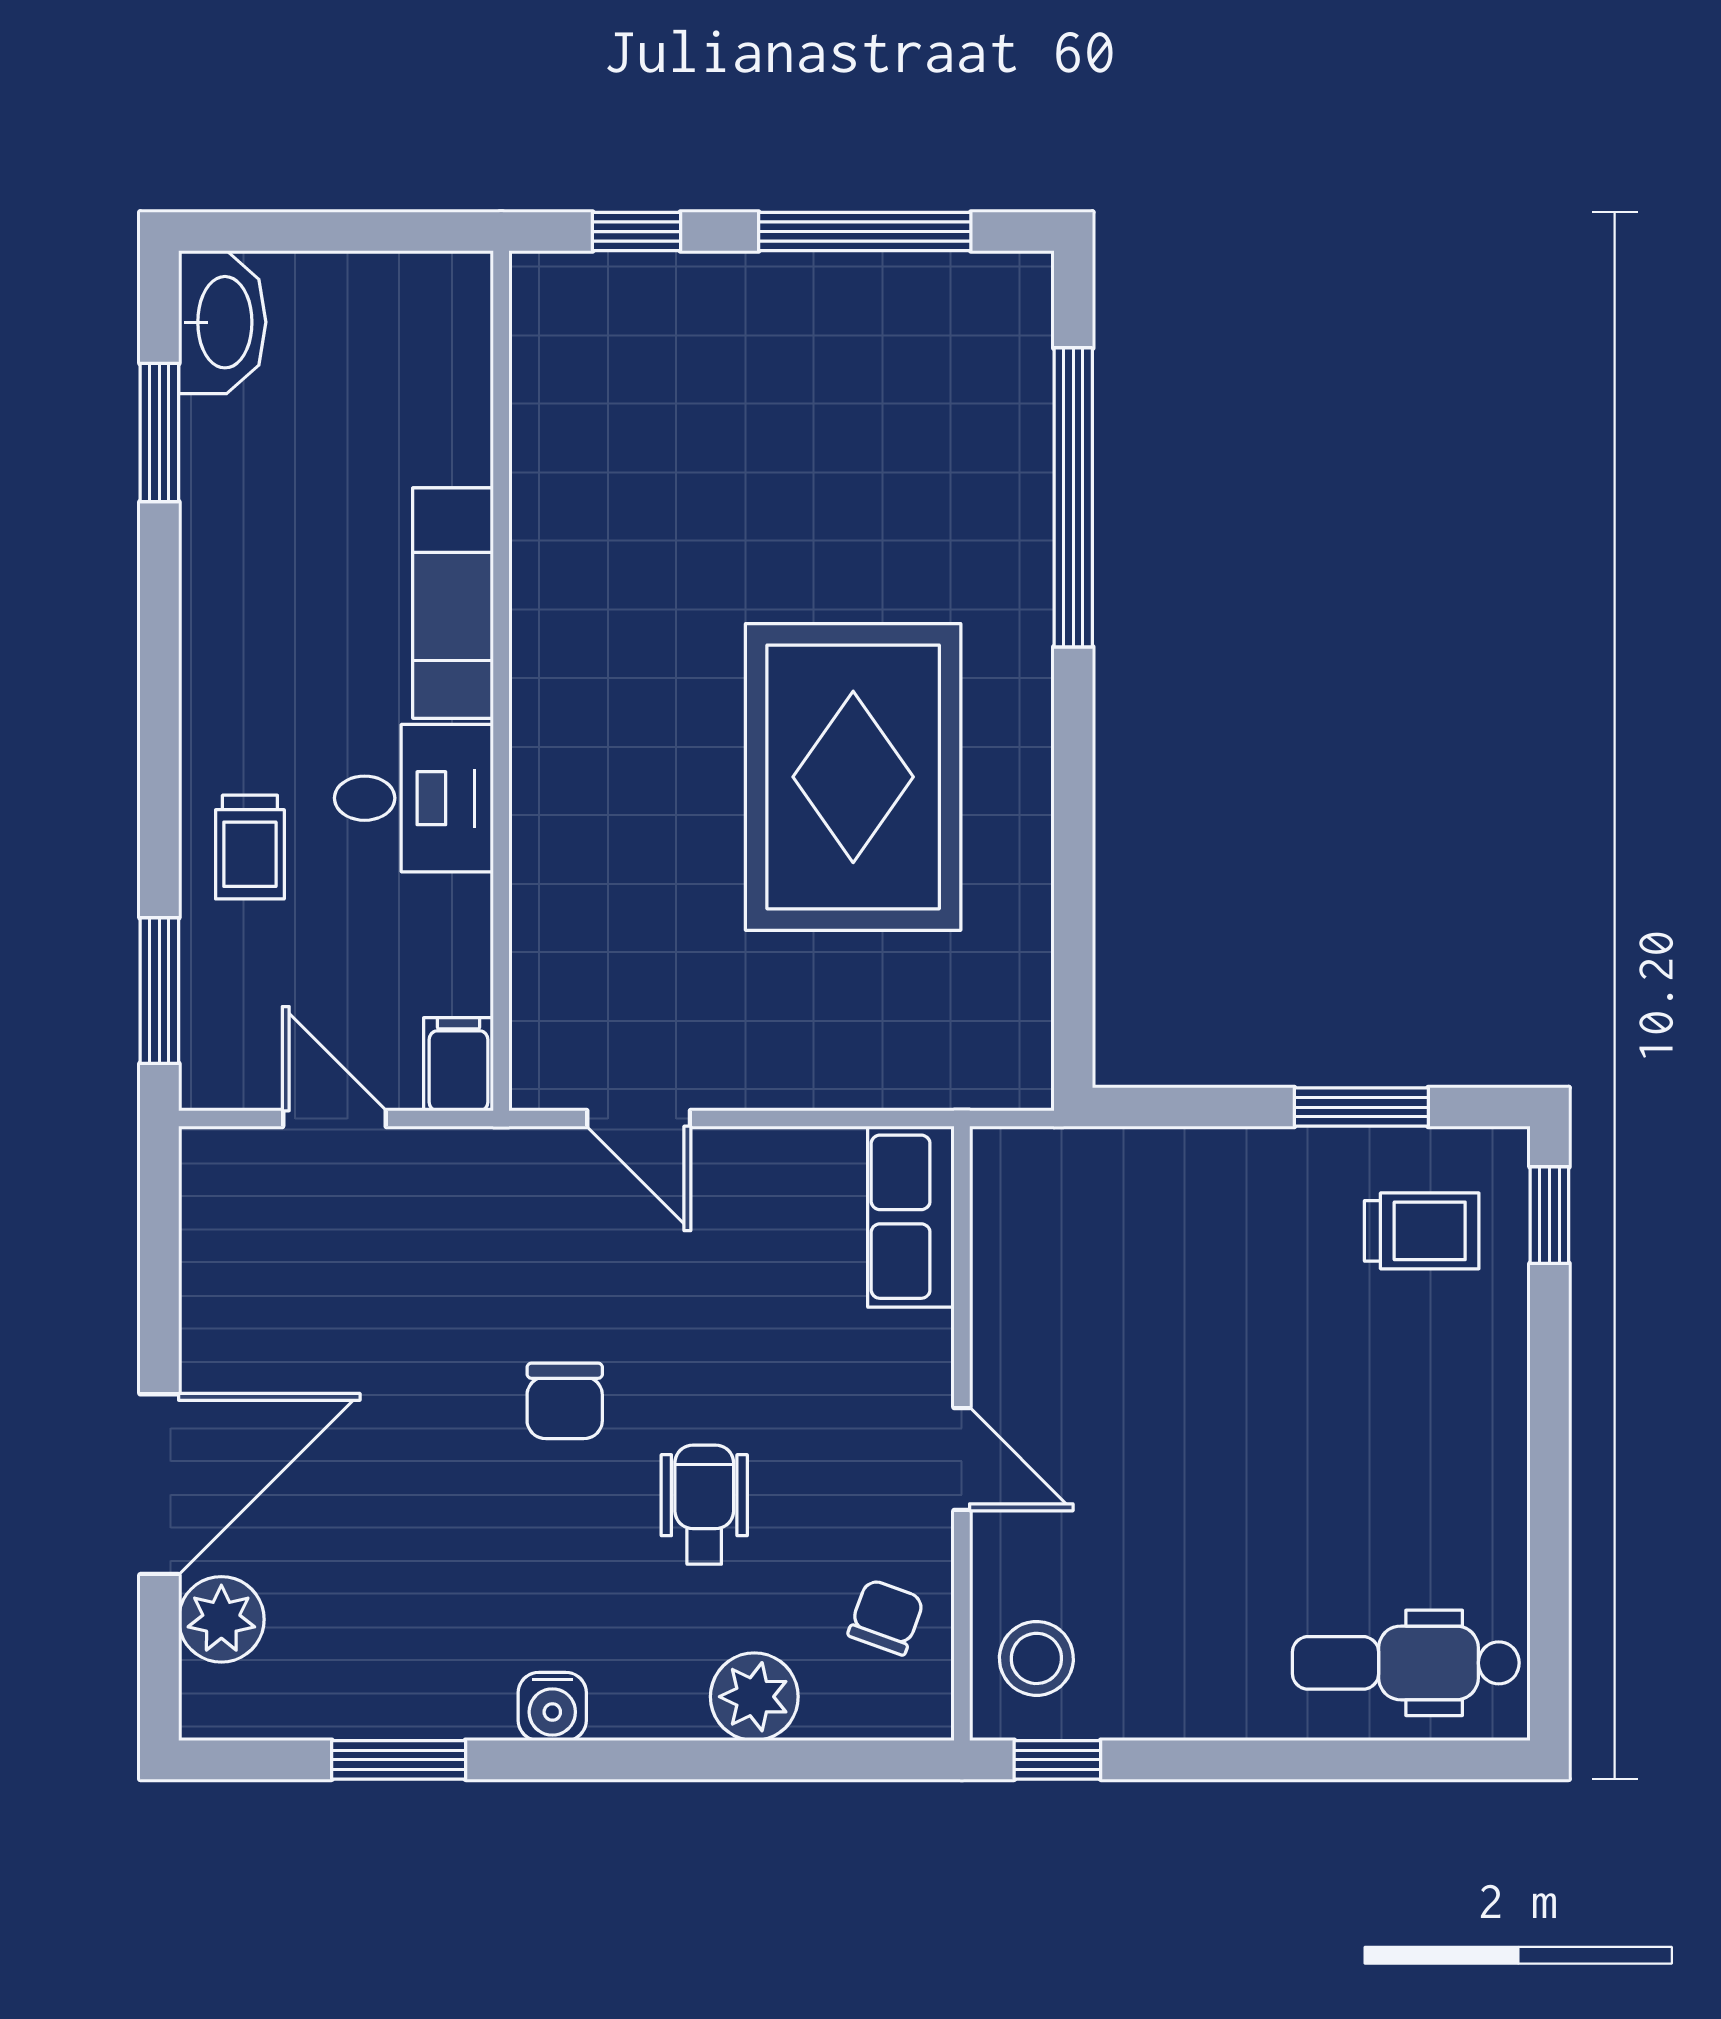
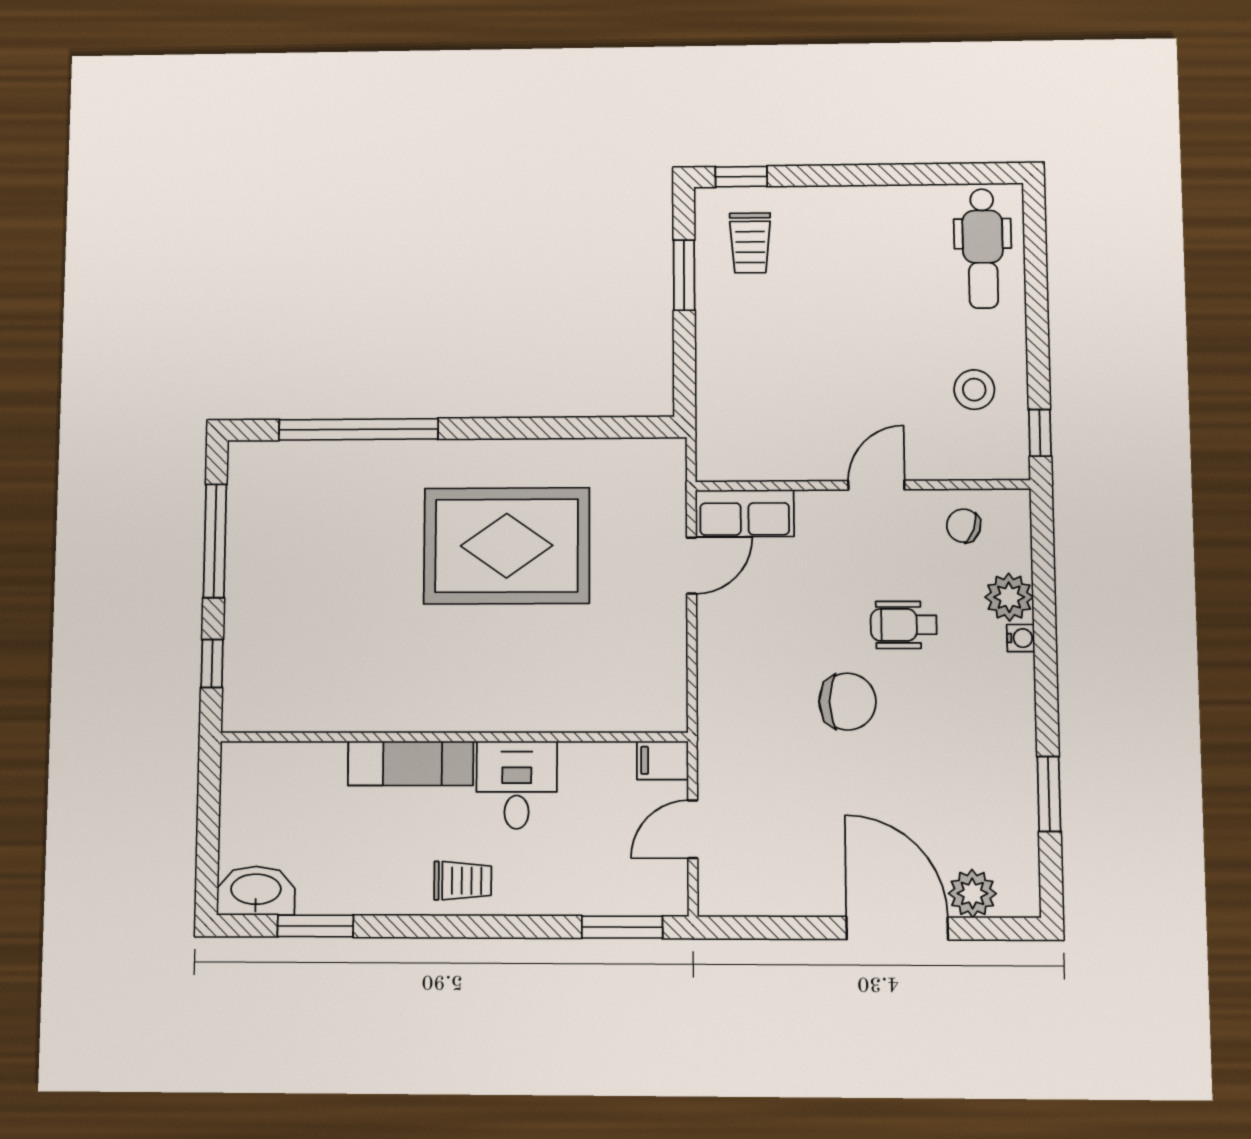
trolley: (250, 847) -> (463, 881), moved
door: (639, 1119) -> (692, 566), moved
trolley: (1422, 1231) -> (750, 243), turned 180
chair: (565, 1401) -> (847, 702), width x1.37, depth x1.37
stool: (1036, 1658) -> (974, 390), moved
water cooler: (552, 1707) -> (1021, 638), moved, width x0.72, depth x0.72

